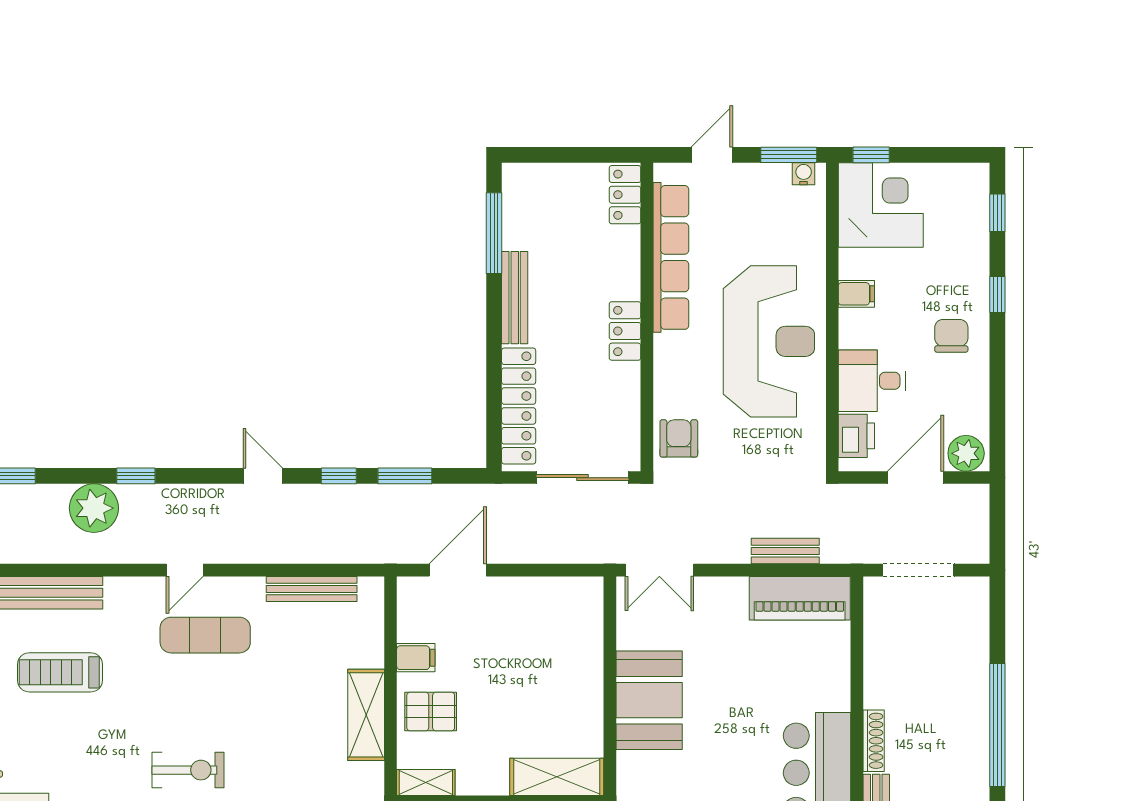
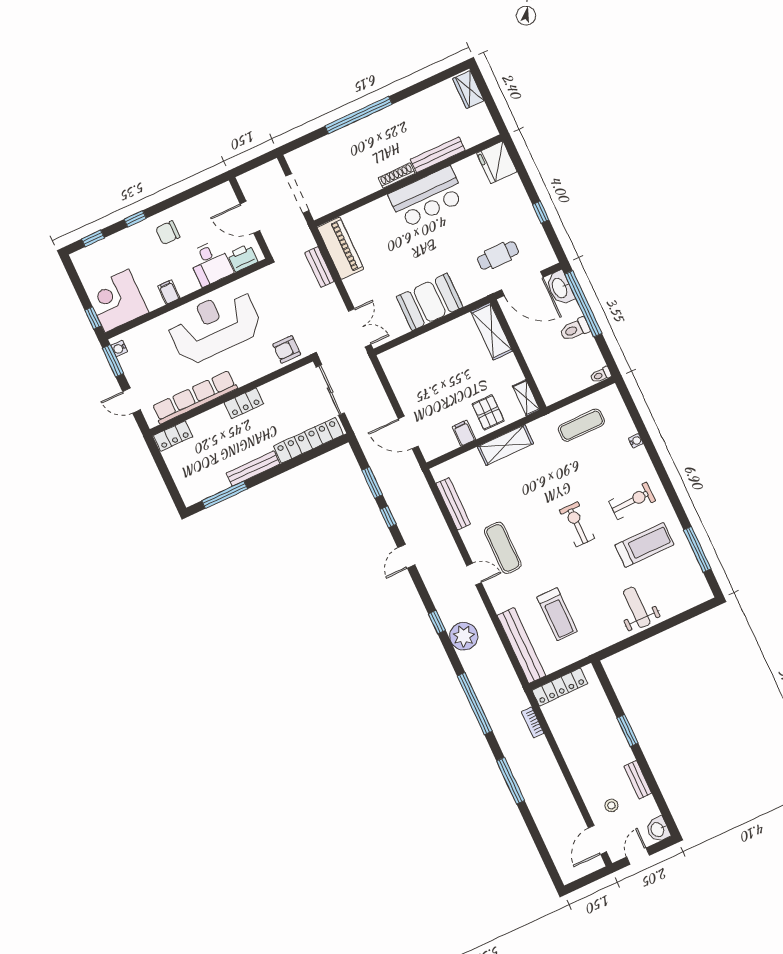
plant: (966, 453) -> (225, 197), removed

